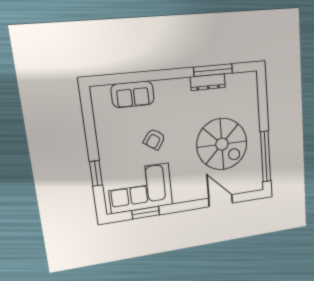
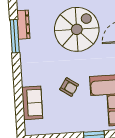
dresser: (208, 82) -> (23, 25), moved

